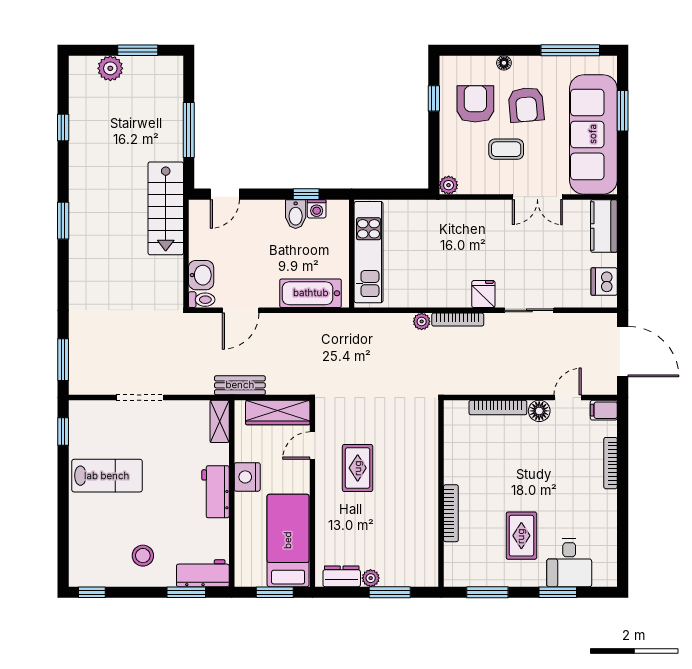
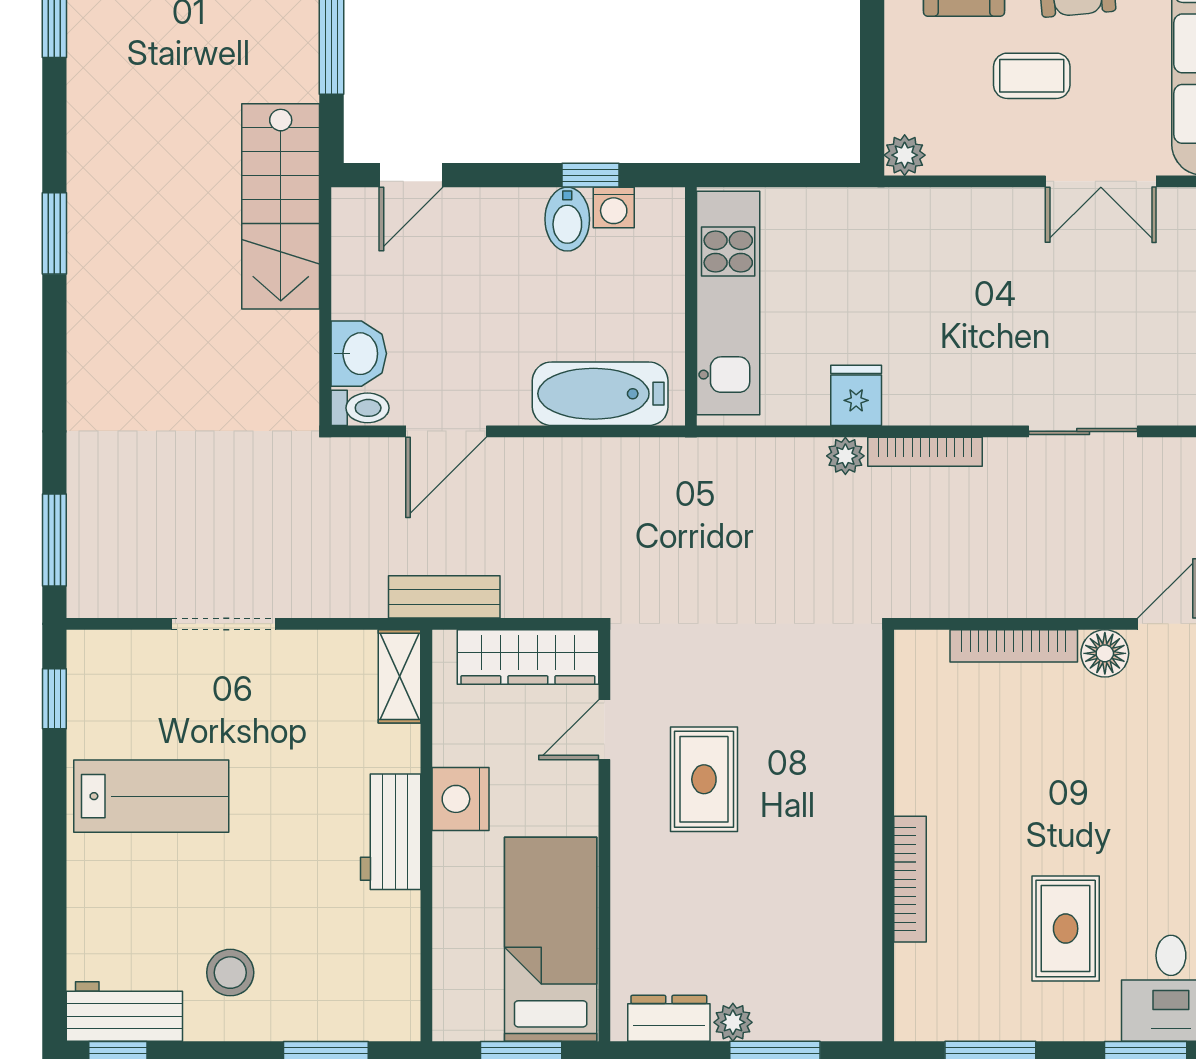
fridge: (483, 294) -> (856, 395), moved
workbench: (203, 573) -> (124, 1011), moved

